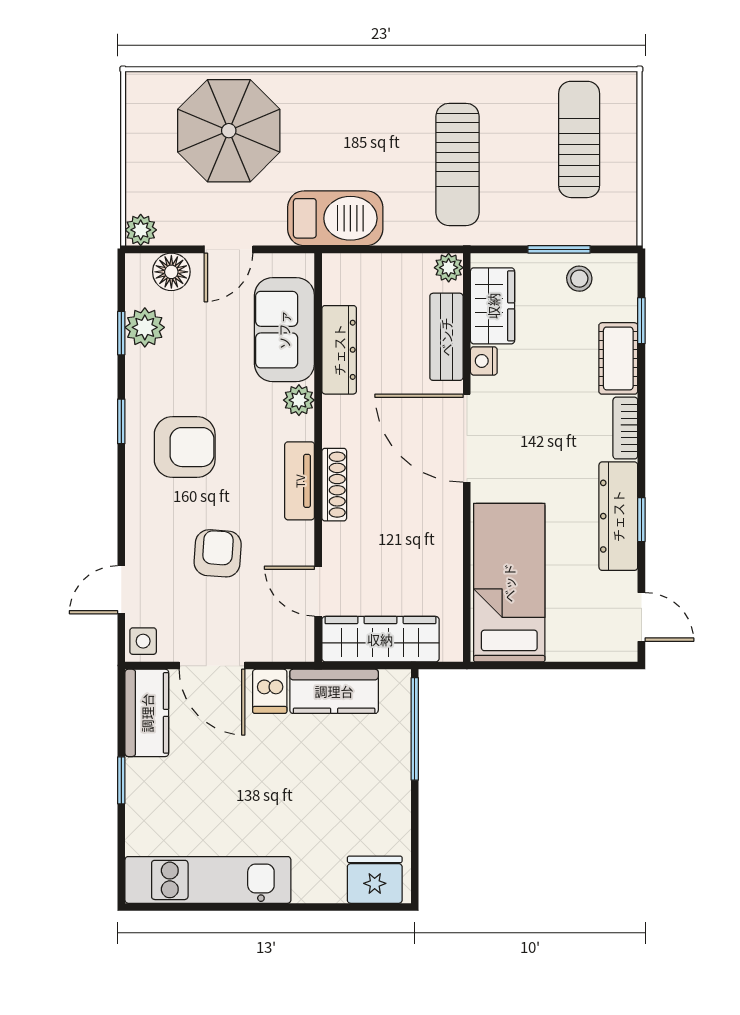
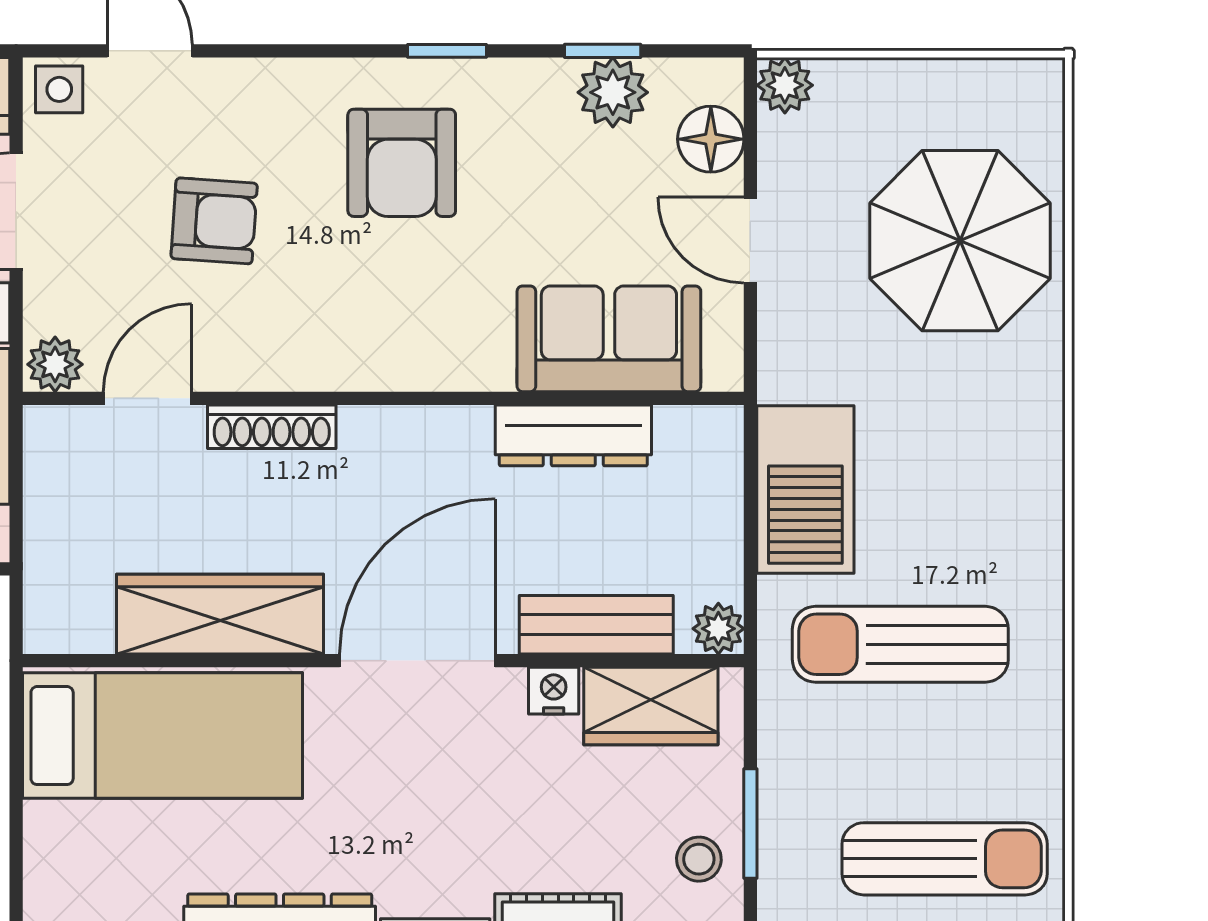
barbecue: (335, 218) -> (805, 489), moved
plant: (299, 400) -> (55, 364), moved
tv unit: (300, 481) -> (342, 366), removed
shoe rack: (334, 485) -> (272, 427), moved
wardrobe: (380, 639) -> (220, 614), moved, turned -90

